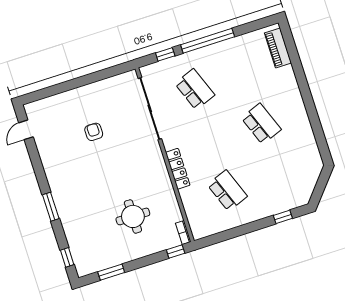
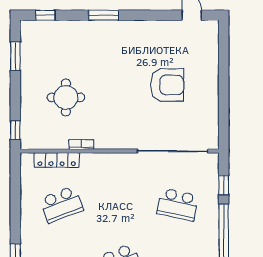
school desk: (195, 89) -> (178, 204), turned 33
armchair: (94, 132) -> (167, 85), width x1.88, depth x1.88
locker: (178, 169) -> (57, 160), moved
bookcase: (183, 232) -> (81, 144), moved

